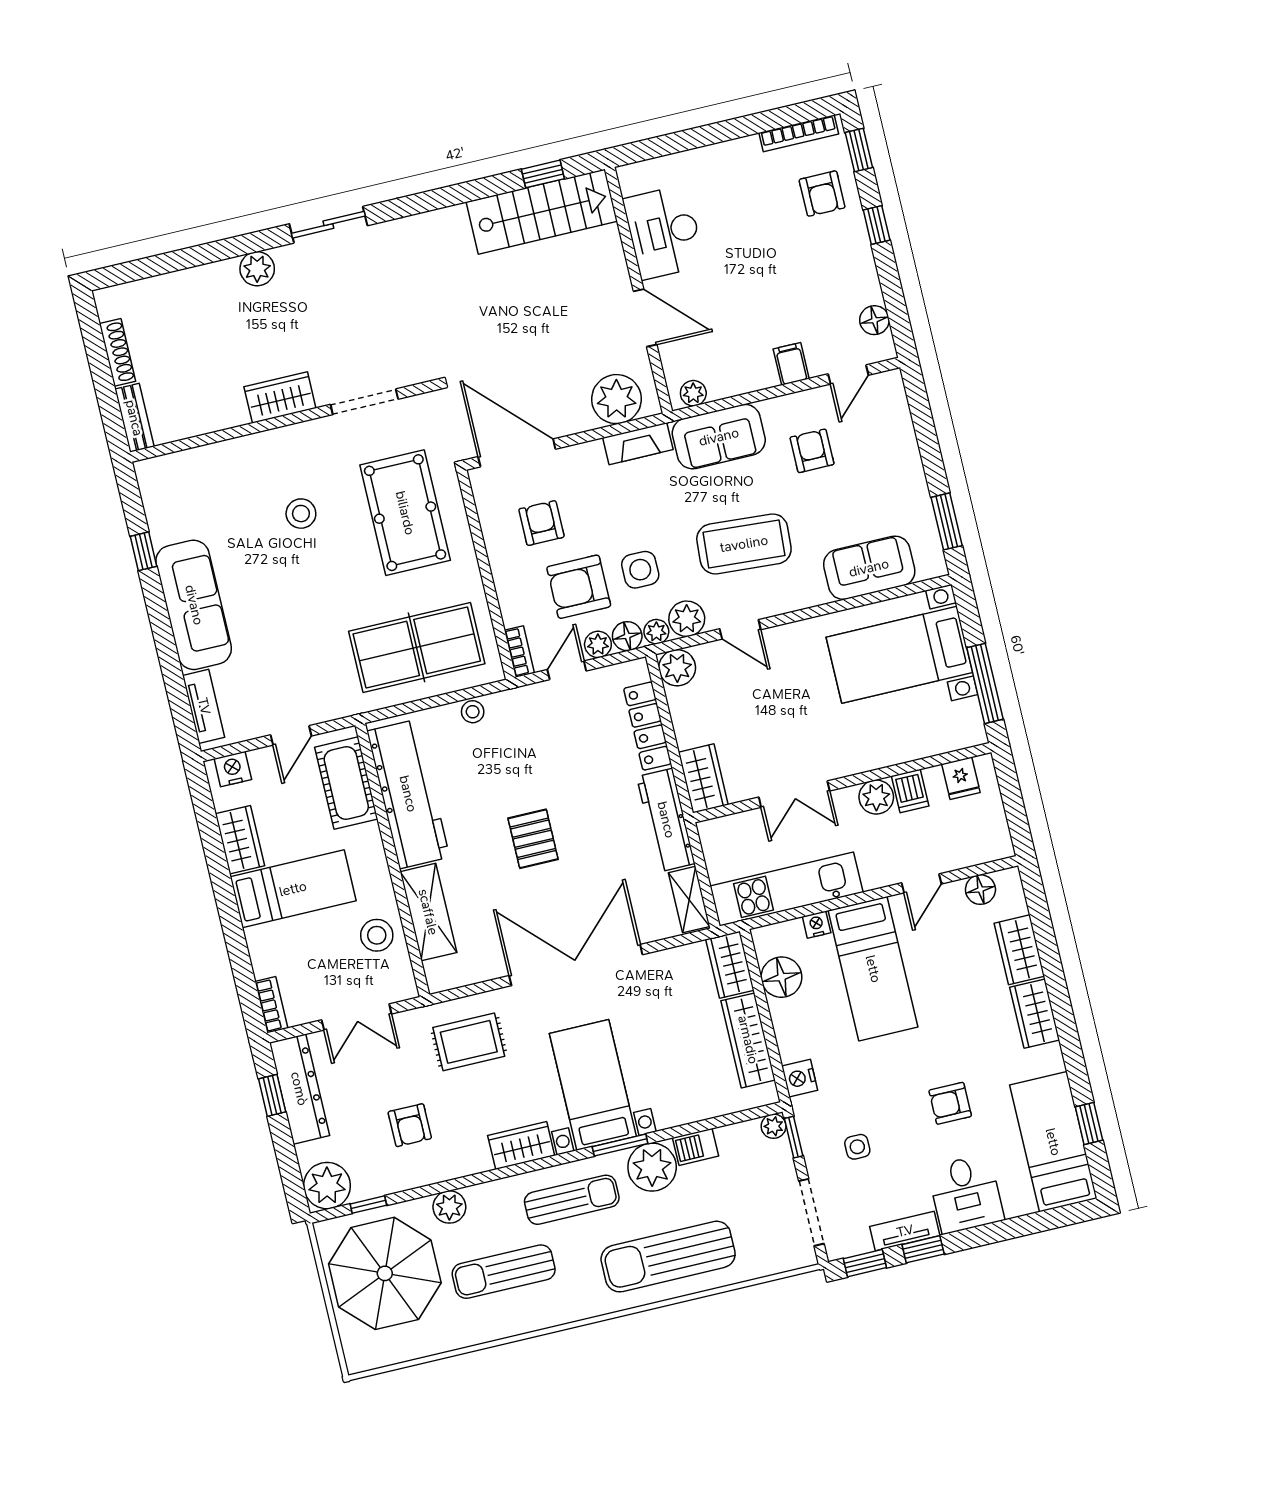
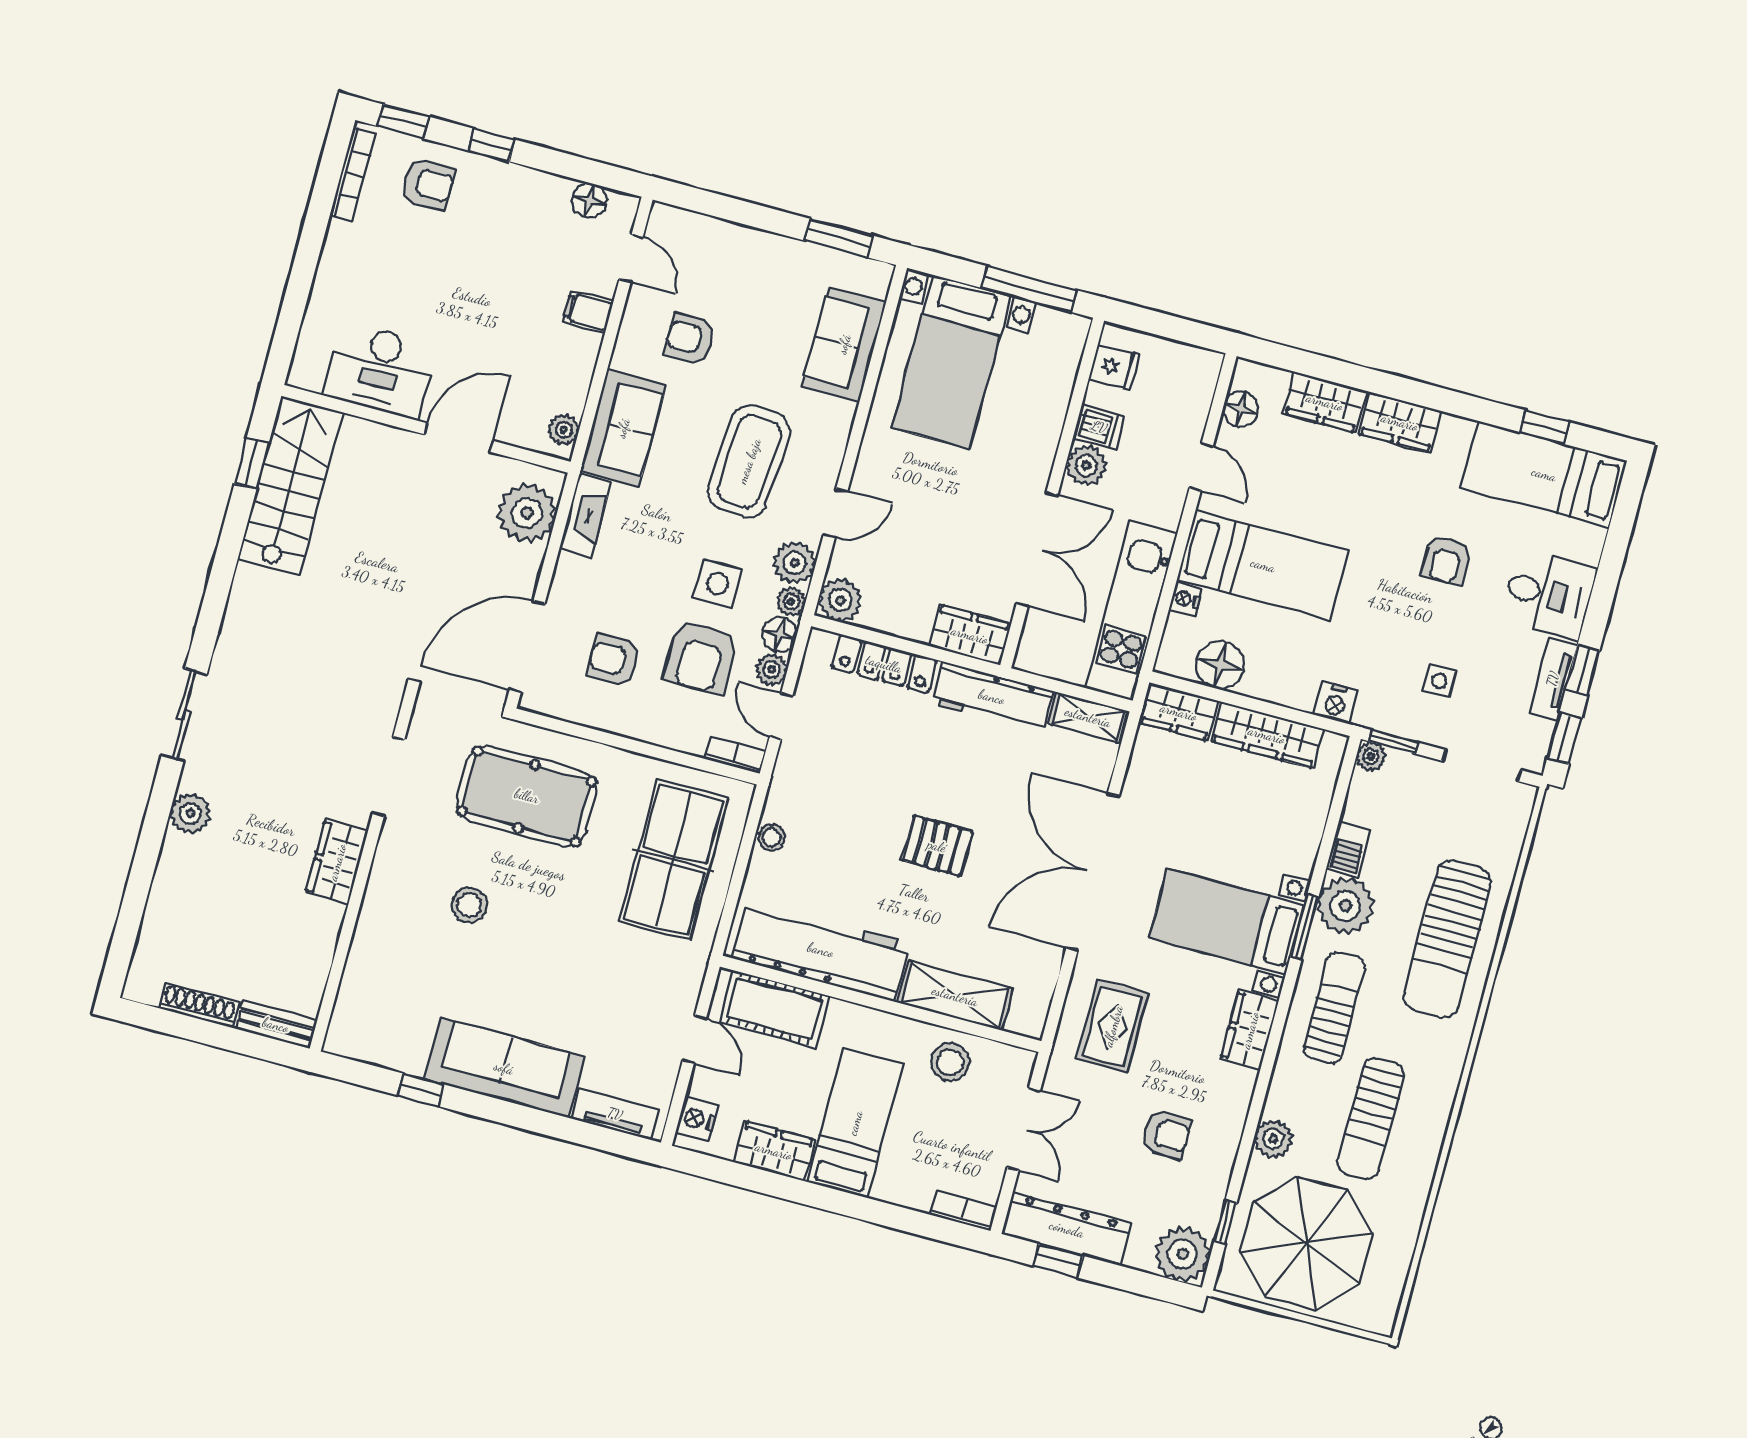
double door: (794, 794) -> (1037, 549), width x1.37

